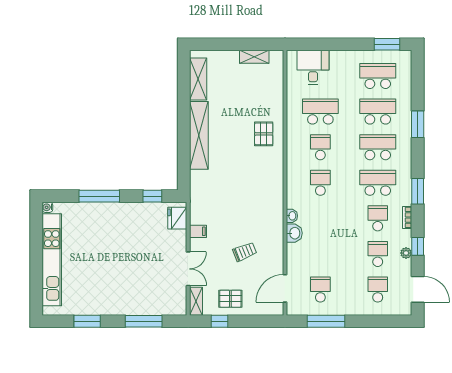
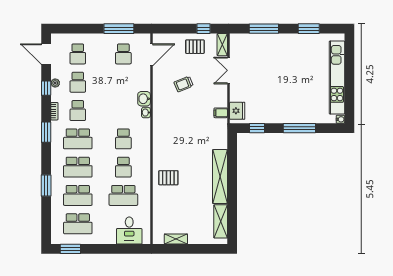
pallet: (264, 134) -> (168, 178), turned 90
filing cabinet: (198, 231) -> (221, 113), moved

